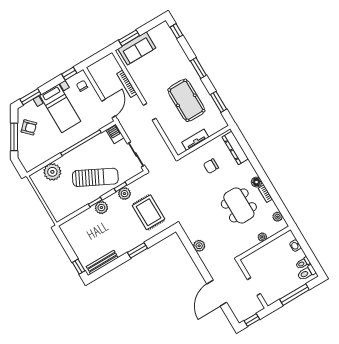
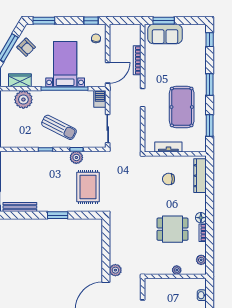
bed with nightstands: (60, 108) -> (65, 64), moved, turned 180
wardrobe: (40, 158) -> (20, 80), added
sun lounger: (95, 177) -> (59, 127), width x0.73, depth x0.75
dining table: (239, 205) -> (172, 229), width x0.73
plant: (101, 208) -> (48, 158), removed
plant: (199, 246) -> (115, 270), moved

